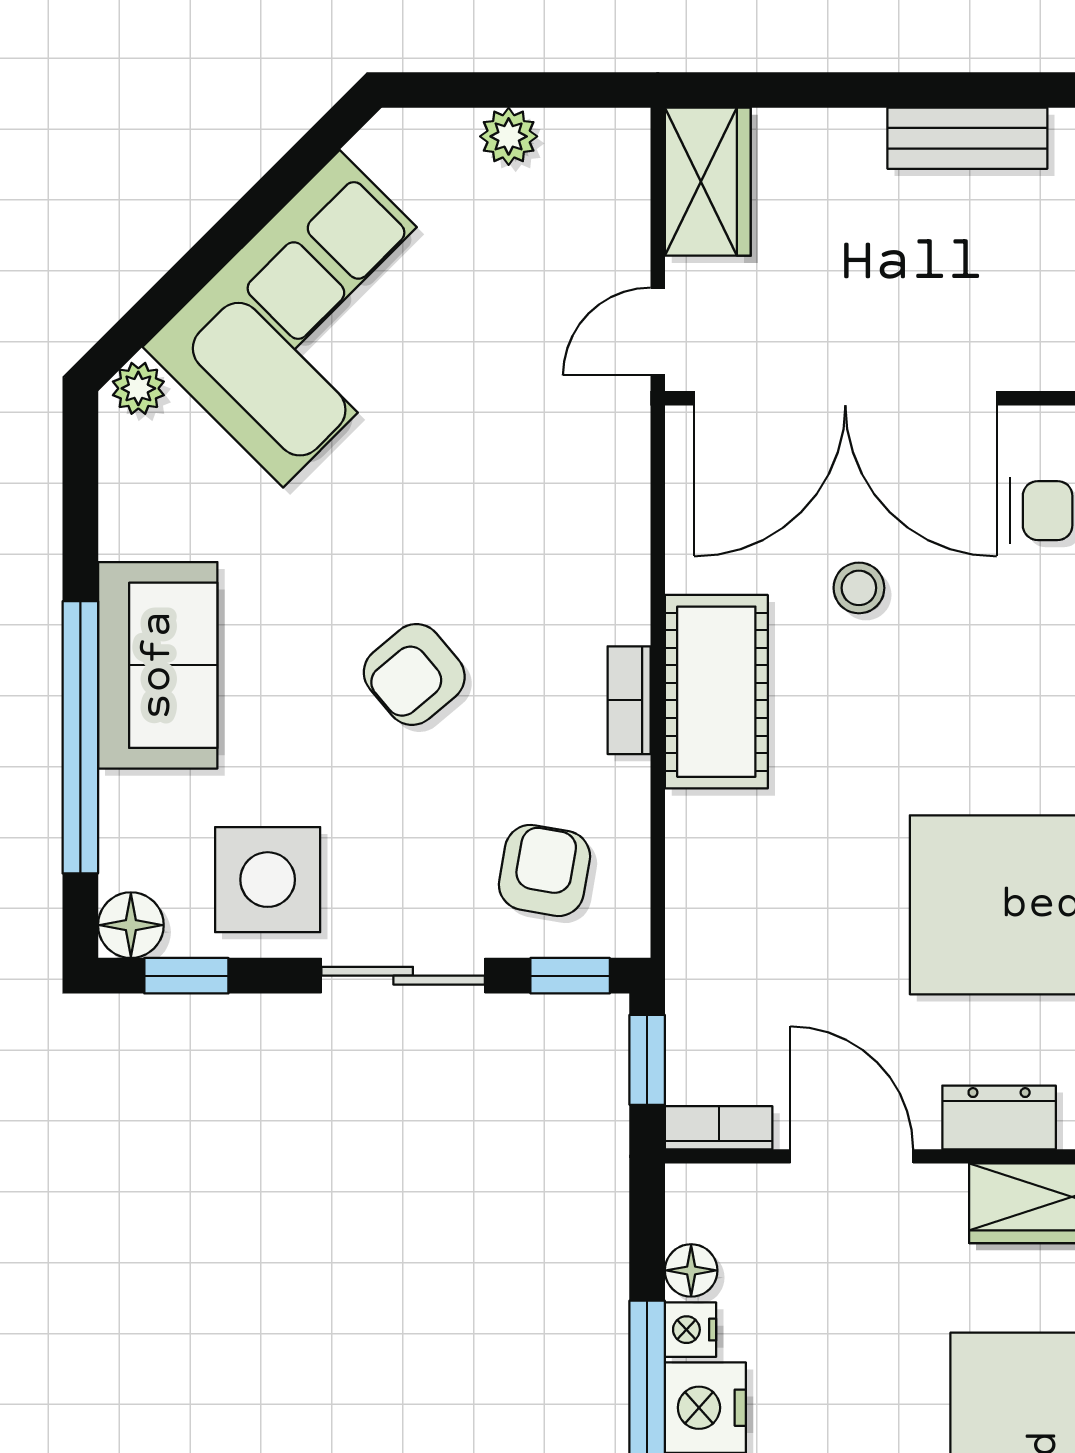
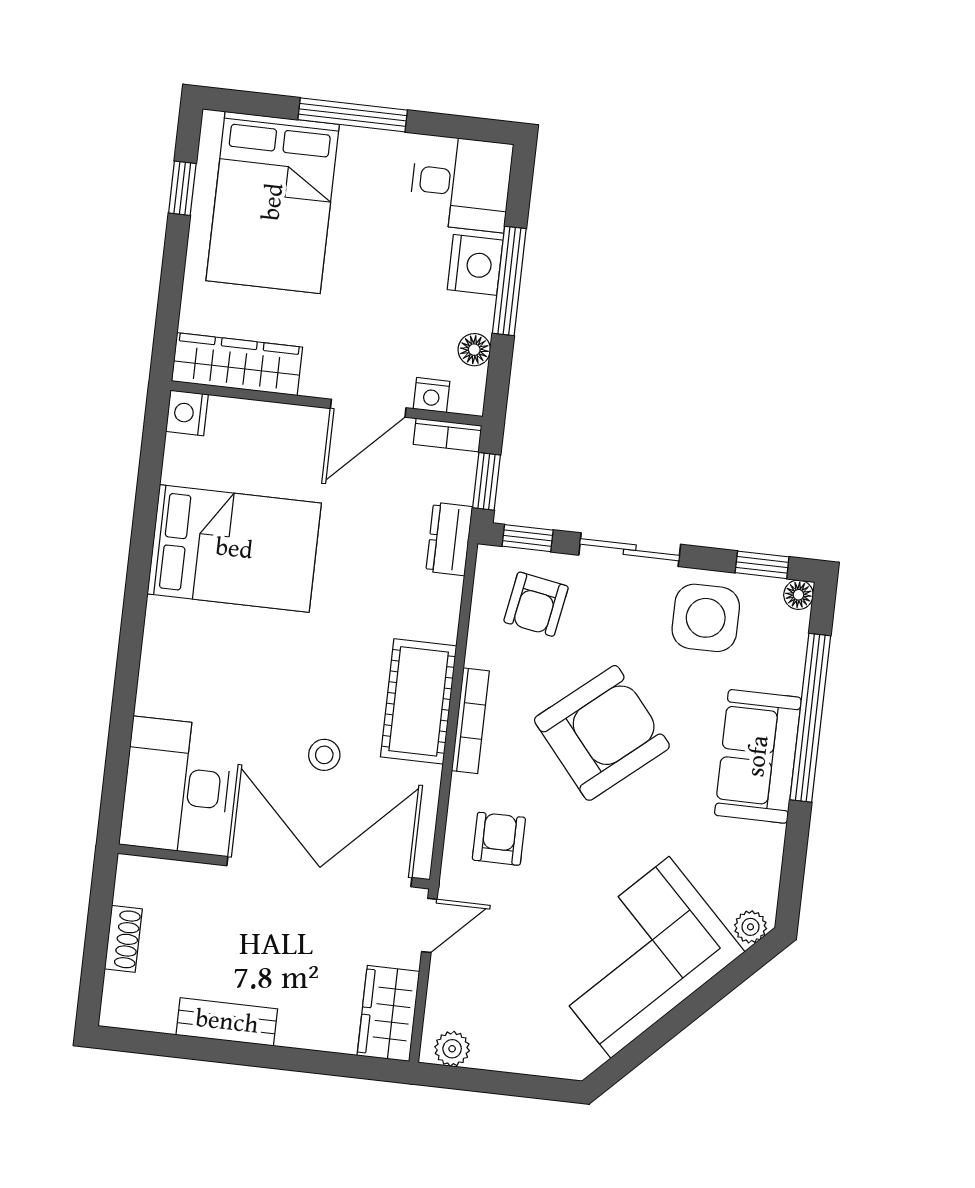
plant: (509, 136) -> (452, 1049), moved
armchair: (561, 484) -> (499, 839), added
armchair: (414, 674) -> (602, 733), width x1.88, depth x1.88
bookcase: (629, 700) -> (470, 721), width x1.56
floor lamp: (131, 925) -> (798, 595), width x0.73, depth x0.73
dresser: (999, 1117) -> (449, 539), moved, turned 90
door: (852, 1156) -> (368, 408), hinge flipped
nightstand: (691, 1330) -> (432, 395), moved, turned 90

